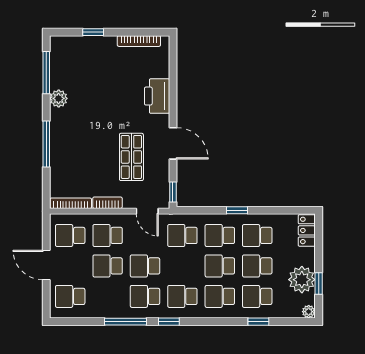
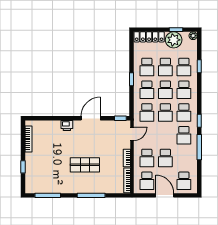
printer: (157, 96) -> (67, 125), width x0.53, depth x0.68
plant: (59, 98) -> (63, 188), removed
shop shelf: (131, 157) -> (85, 165), moved
locker: (307, 230) -> (149, 37), width x1.53
door: (46, 265) -> (165, 195), swing flipped
school desk: (145, 266) -> (165, 112), moved

